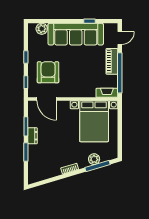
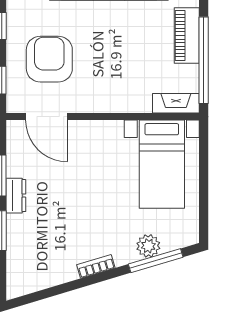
bed with nightstands: (94, 121) -> (162, 164), width x0.73

